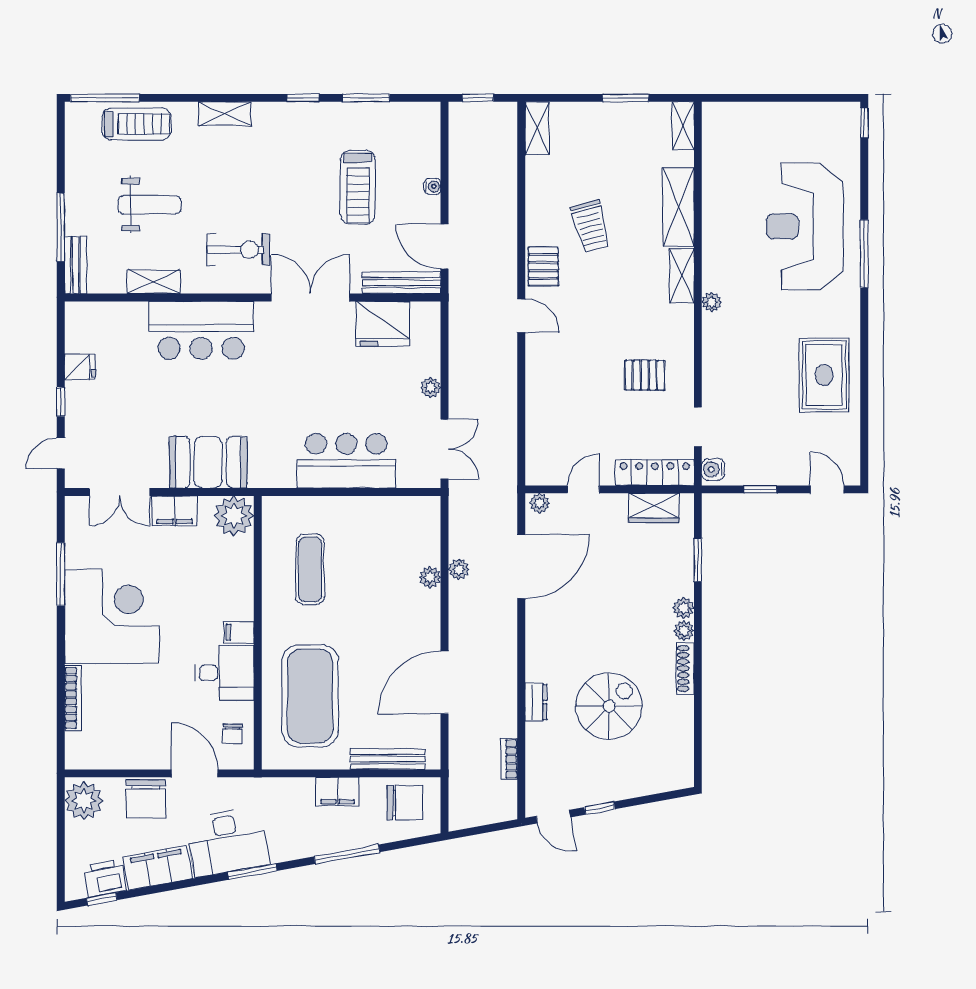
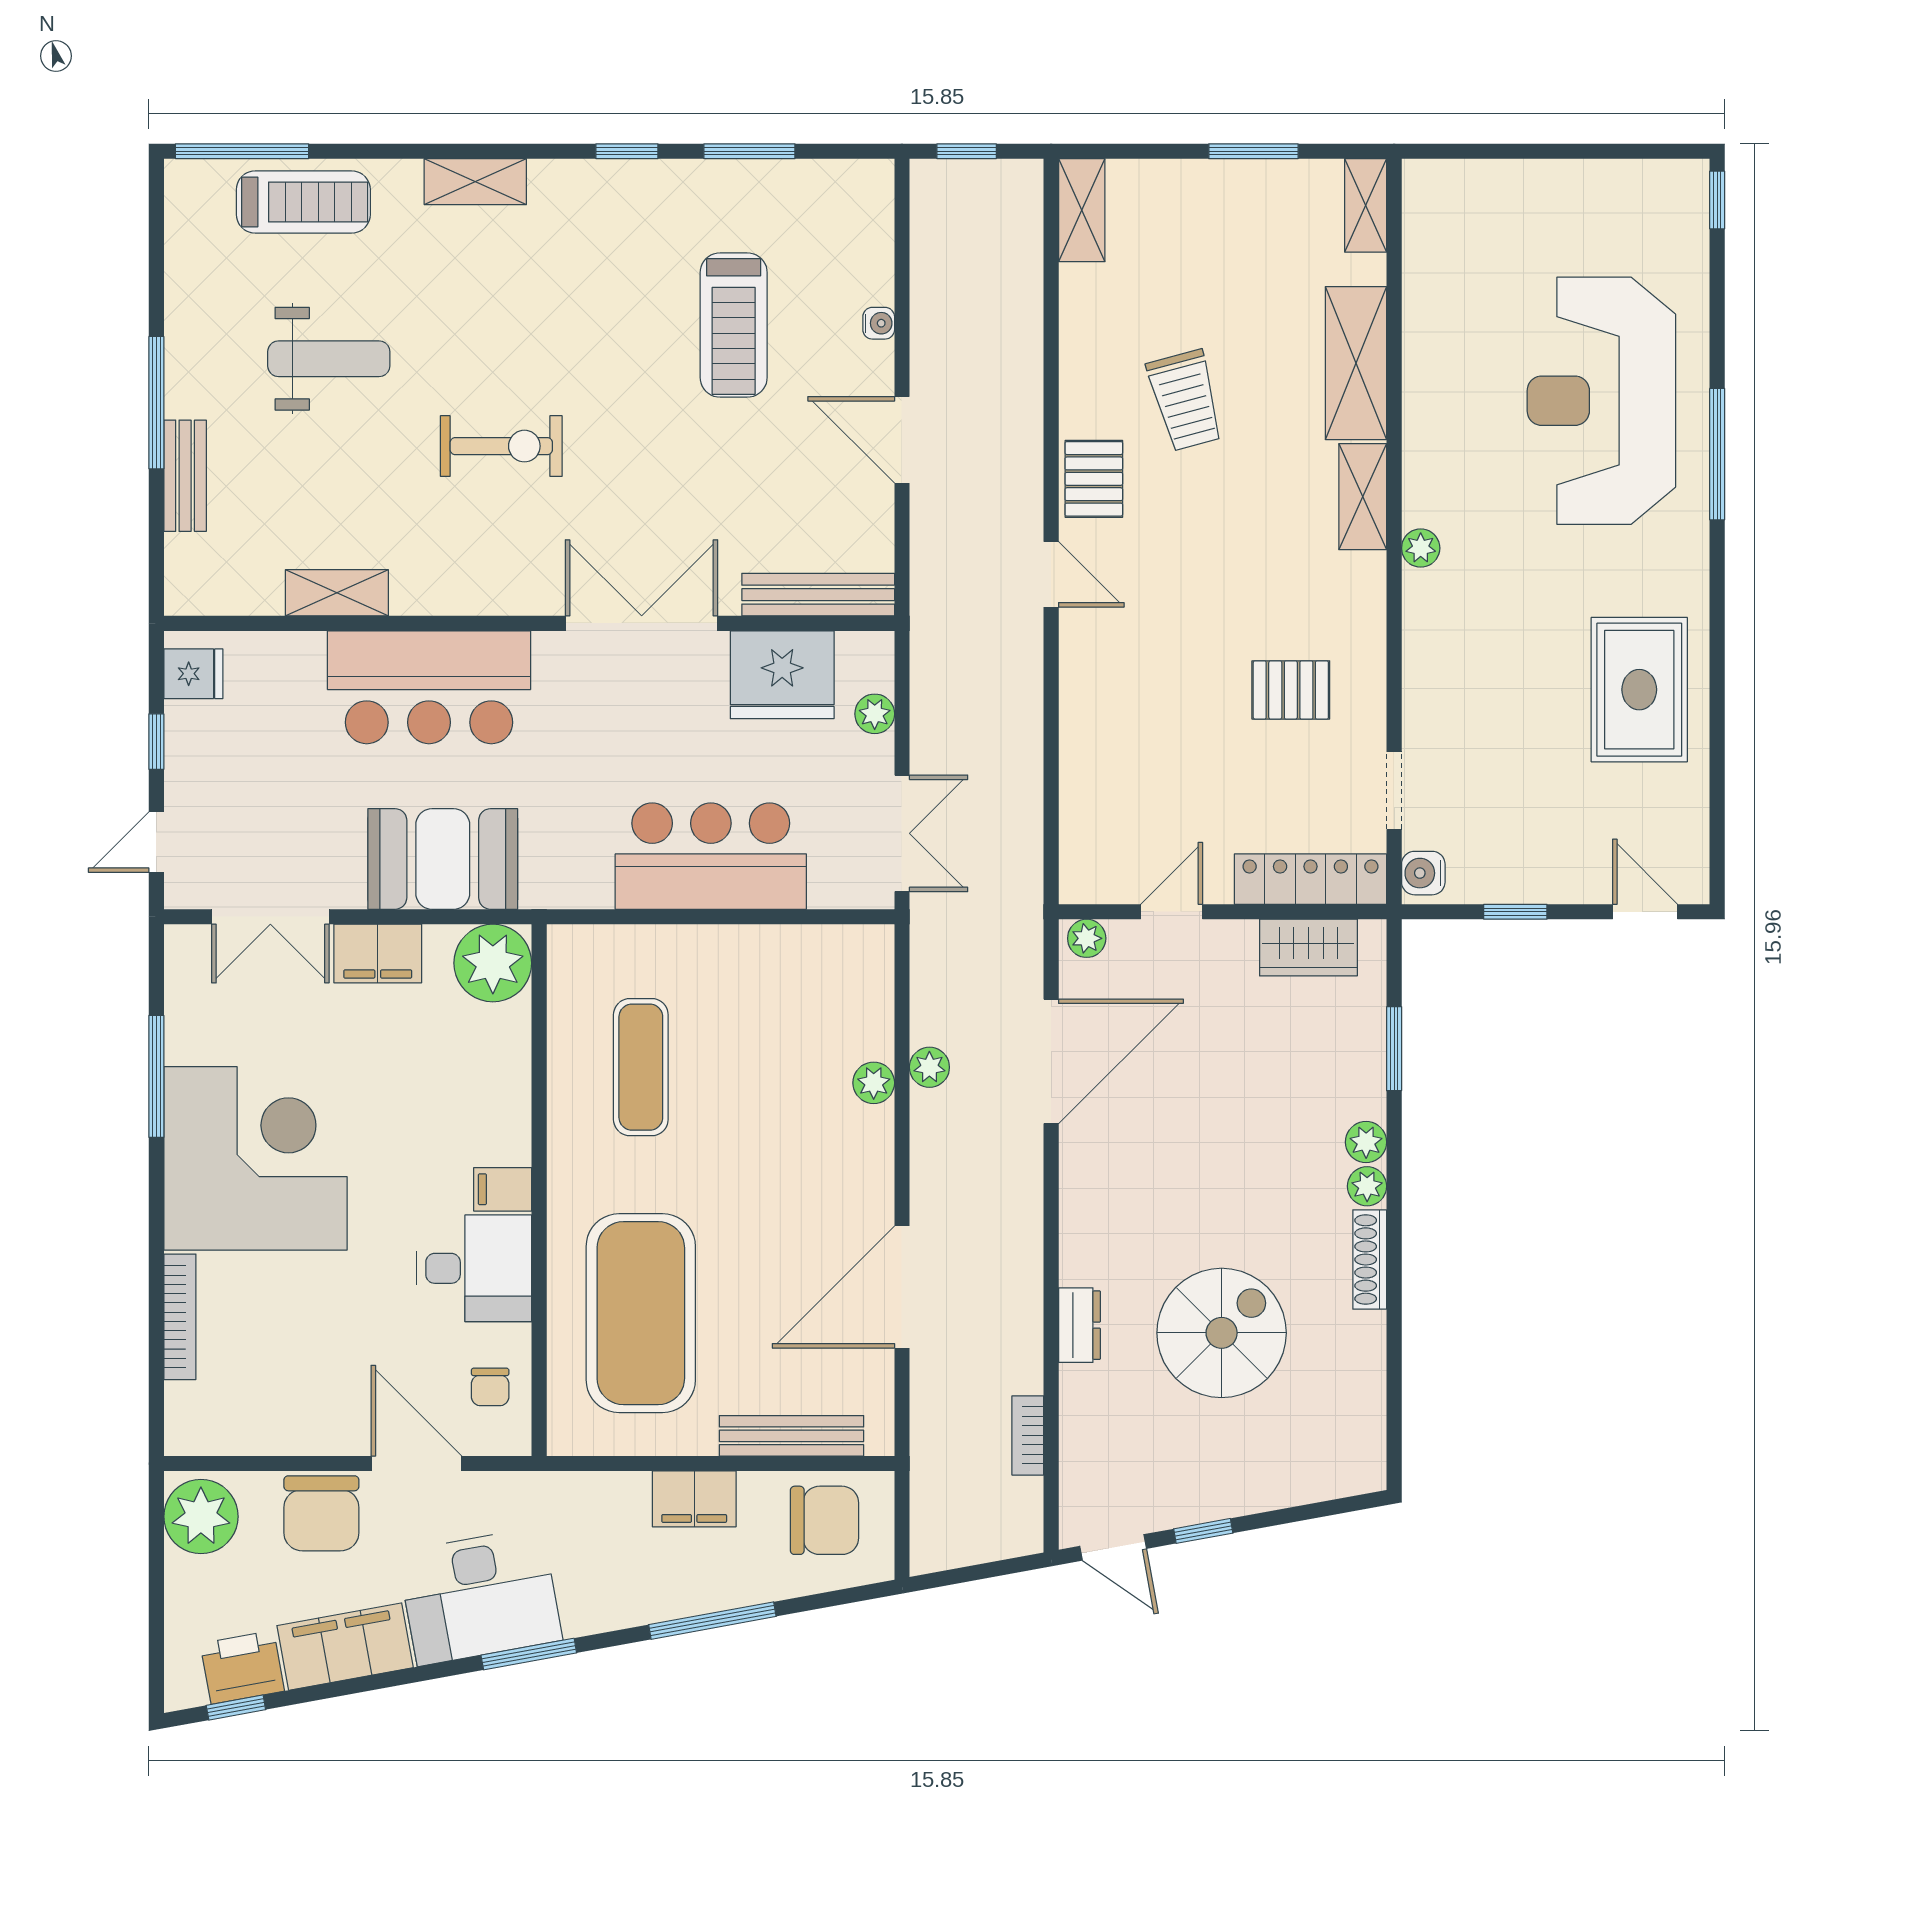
shelving: (154, 282) -> (337, 593), moved
bench: (401, 283) -> (818, 595), moved
wall: (253, 297) -> (529, 623), moved
double door: (310, 297) -> (642, 623), moved
fridge: (383, 324) -> (782, 675), moved
bar counter: (201, 330) -> (429, 687), moved

